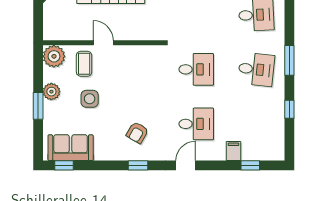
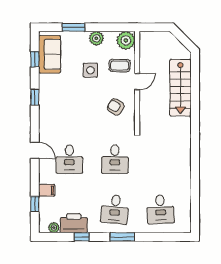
window: (38, 106) -> (73, 27), moved
printer: (273, 119) -> (74, 223), added
armchair: (137, 133) -> (116, 107), moved
plant: (278, 143) -> (54, 228), added
window: (64, 165) -> (35, 59), moved
window: (138, 165) -> (35, 97), moved

